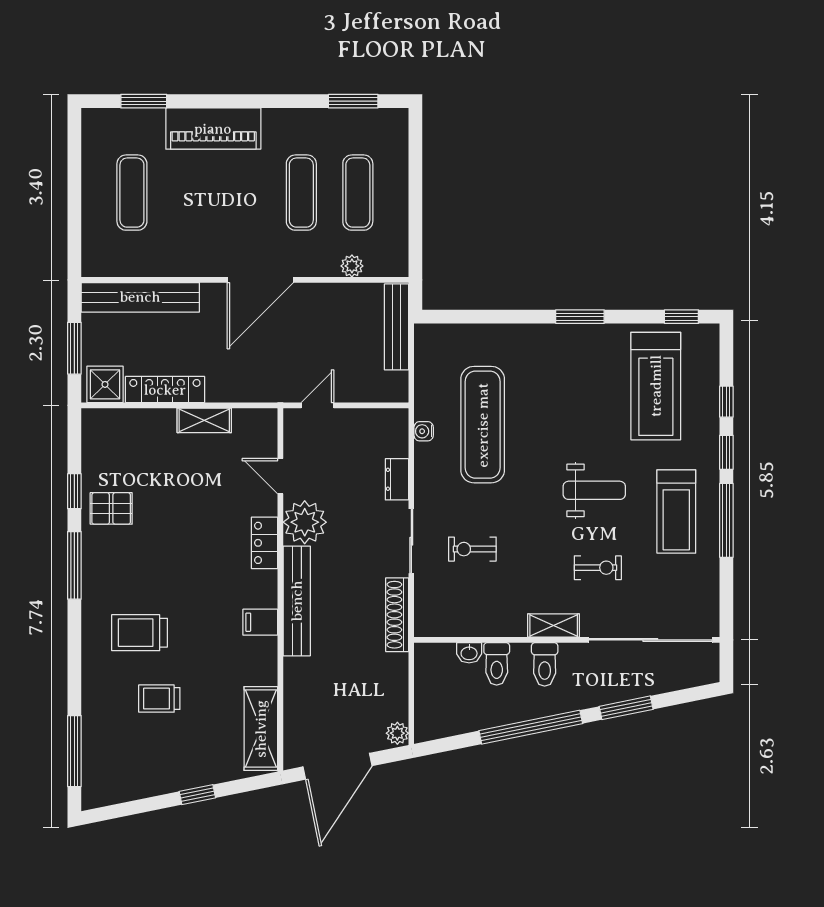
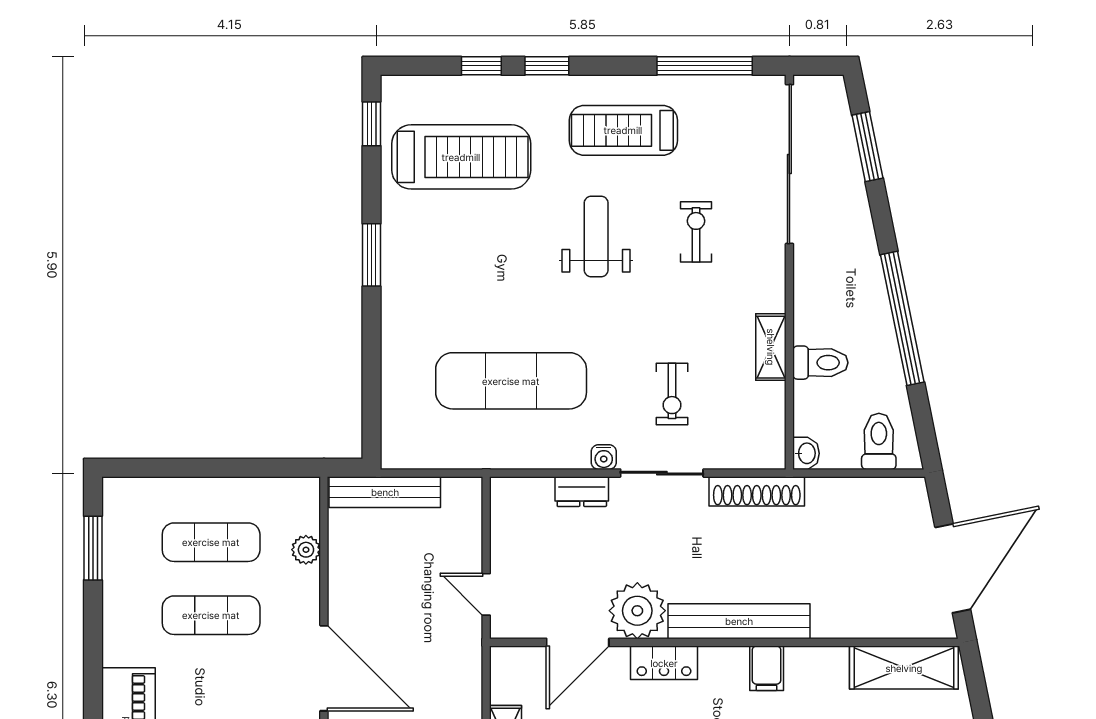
water cooler: (424, 431) -> (604, 457), moved
door: (280, 476) -> (578, 642), width x1.37
treadmill: (676, 511) -> (623, 130), turned 180
window: (726, 520) -> (705, 66), moved
shelving: (554, 626) -> (771, 347), moved
washbasin: (469, 653) -> (806, 453), moved
toilet: (545, 664) -> (879, 441), moved, turned -90
window: (626, 708) -> (867, 147), moved
plant: (397, 733) -> (910, 491), removed
door: (338, 766) -> (953, 568), hinge flipped

